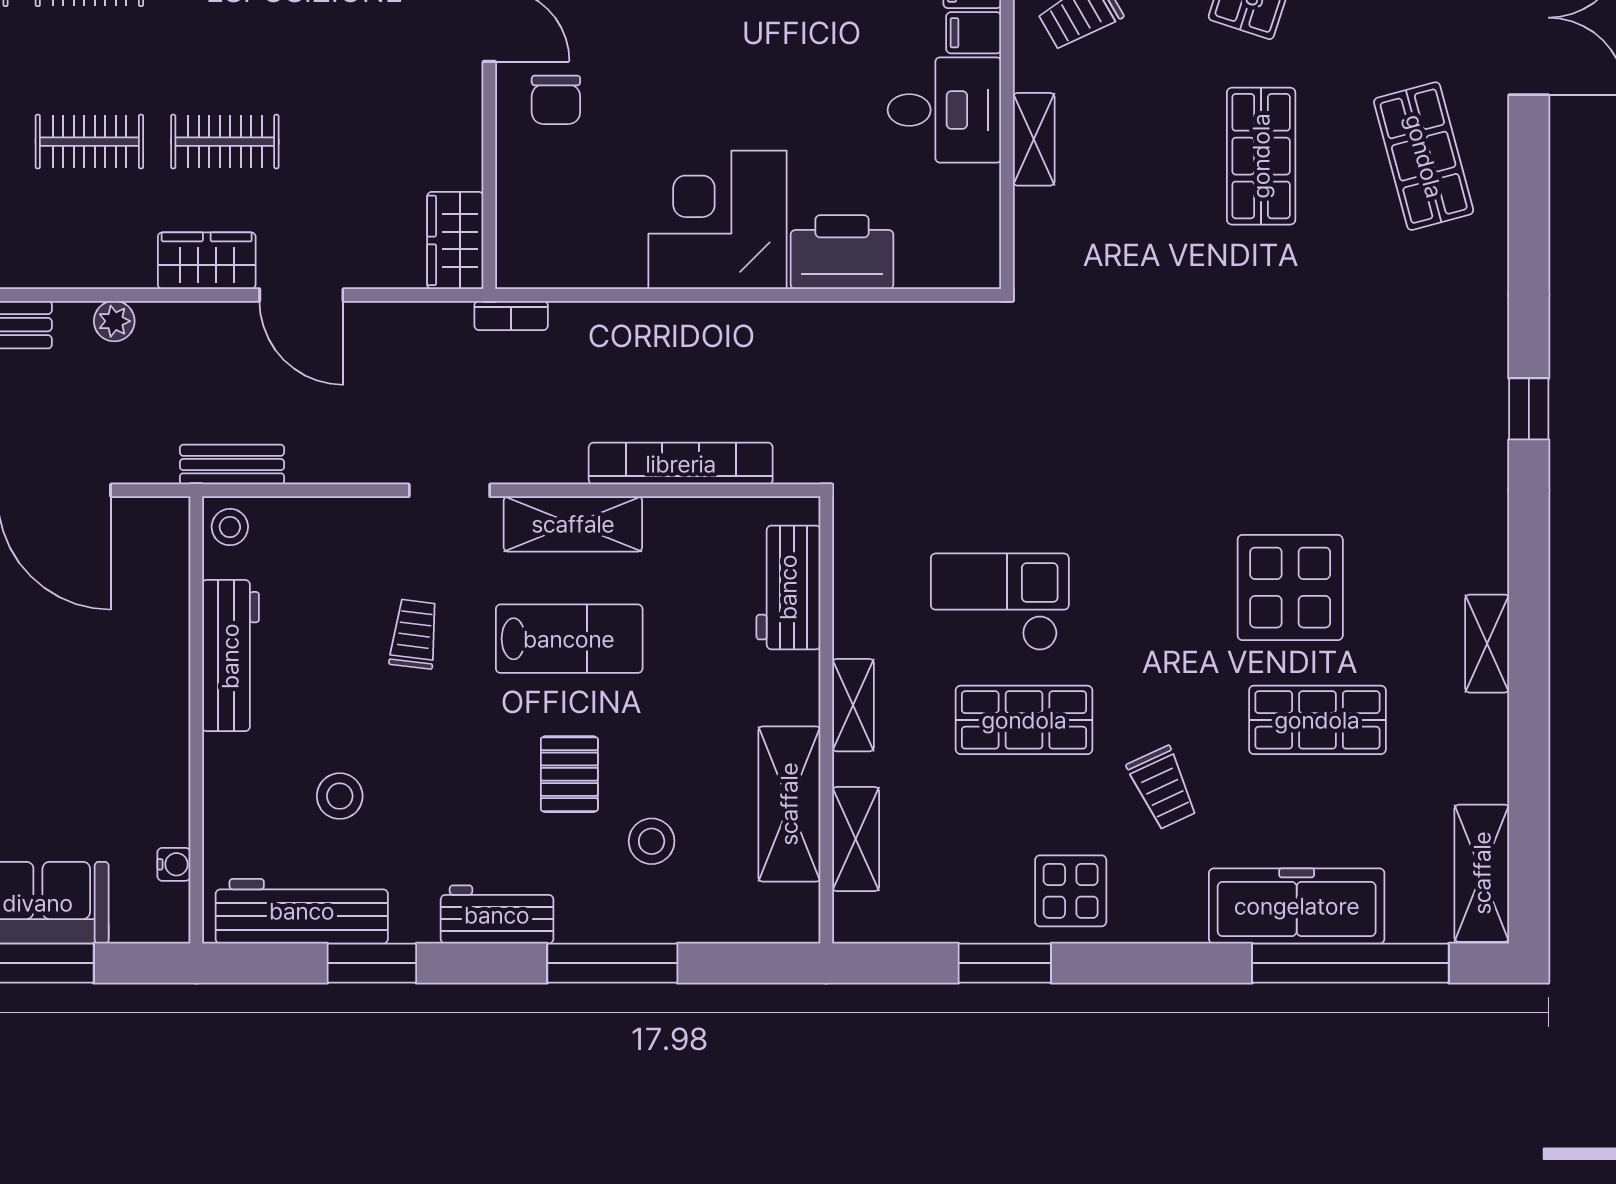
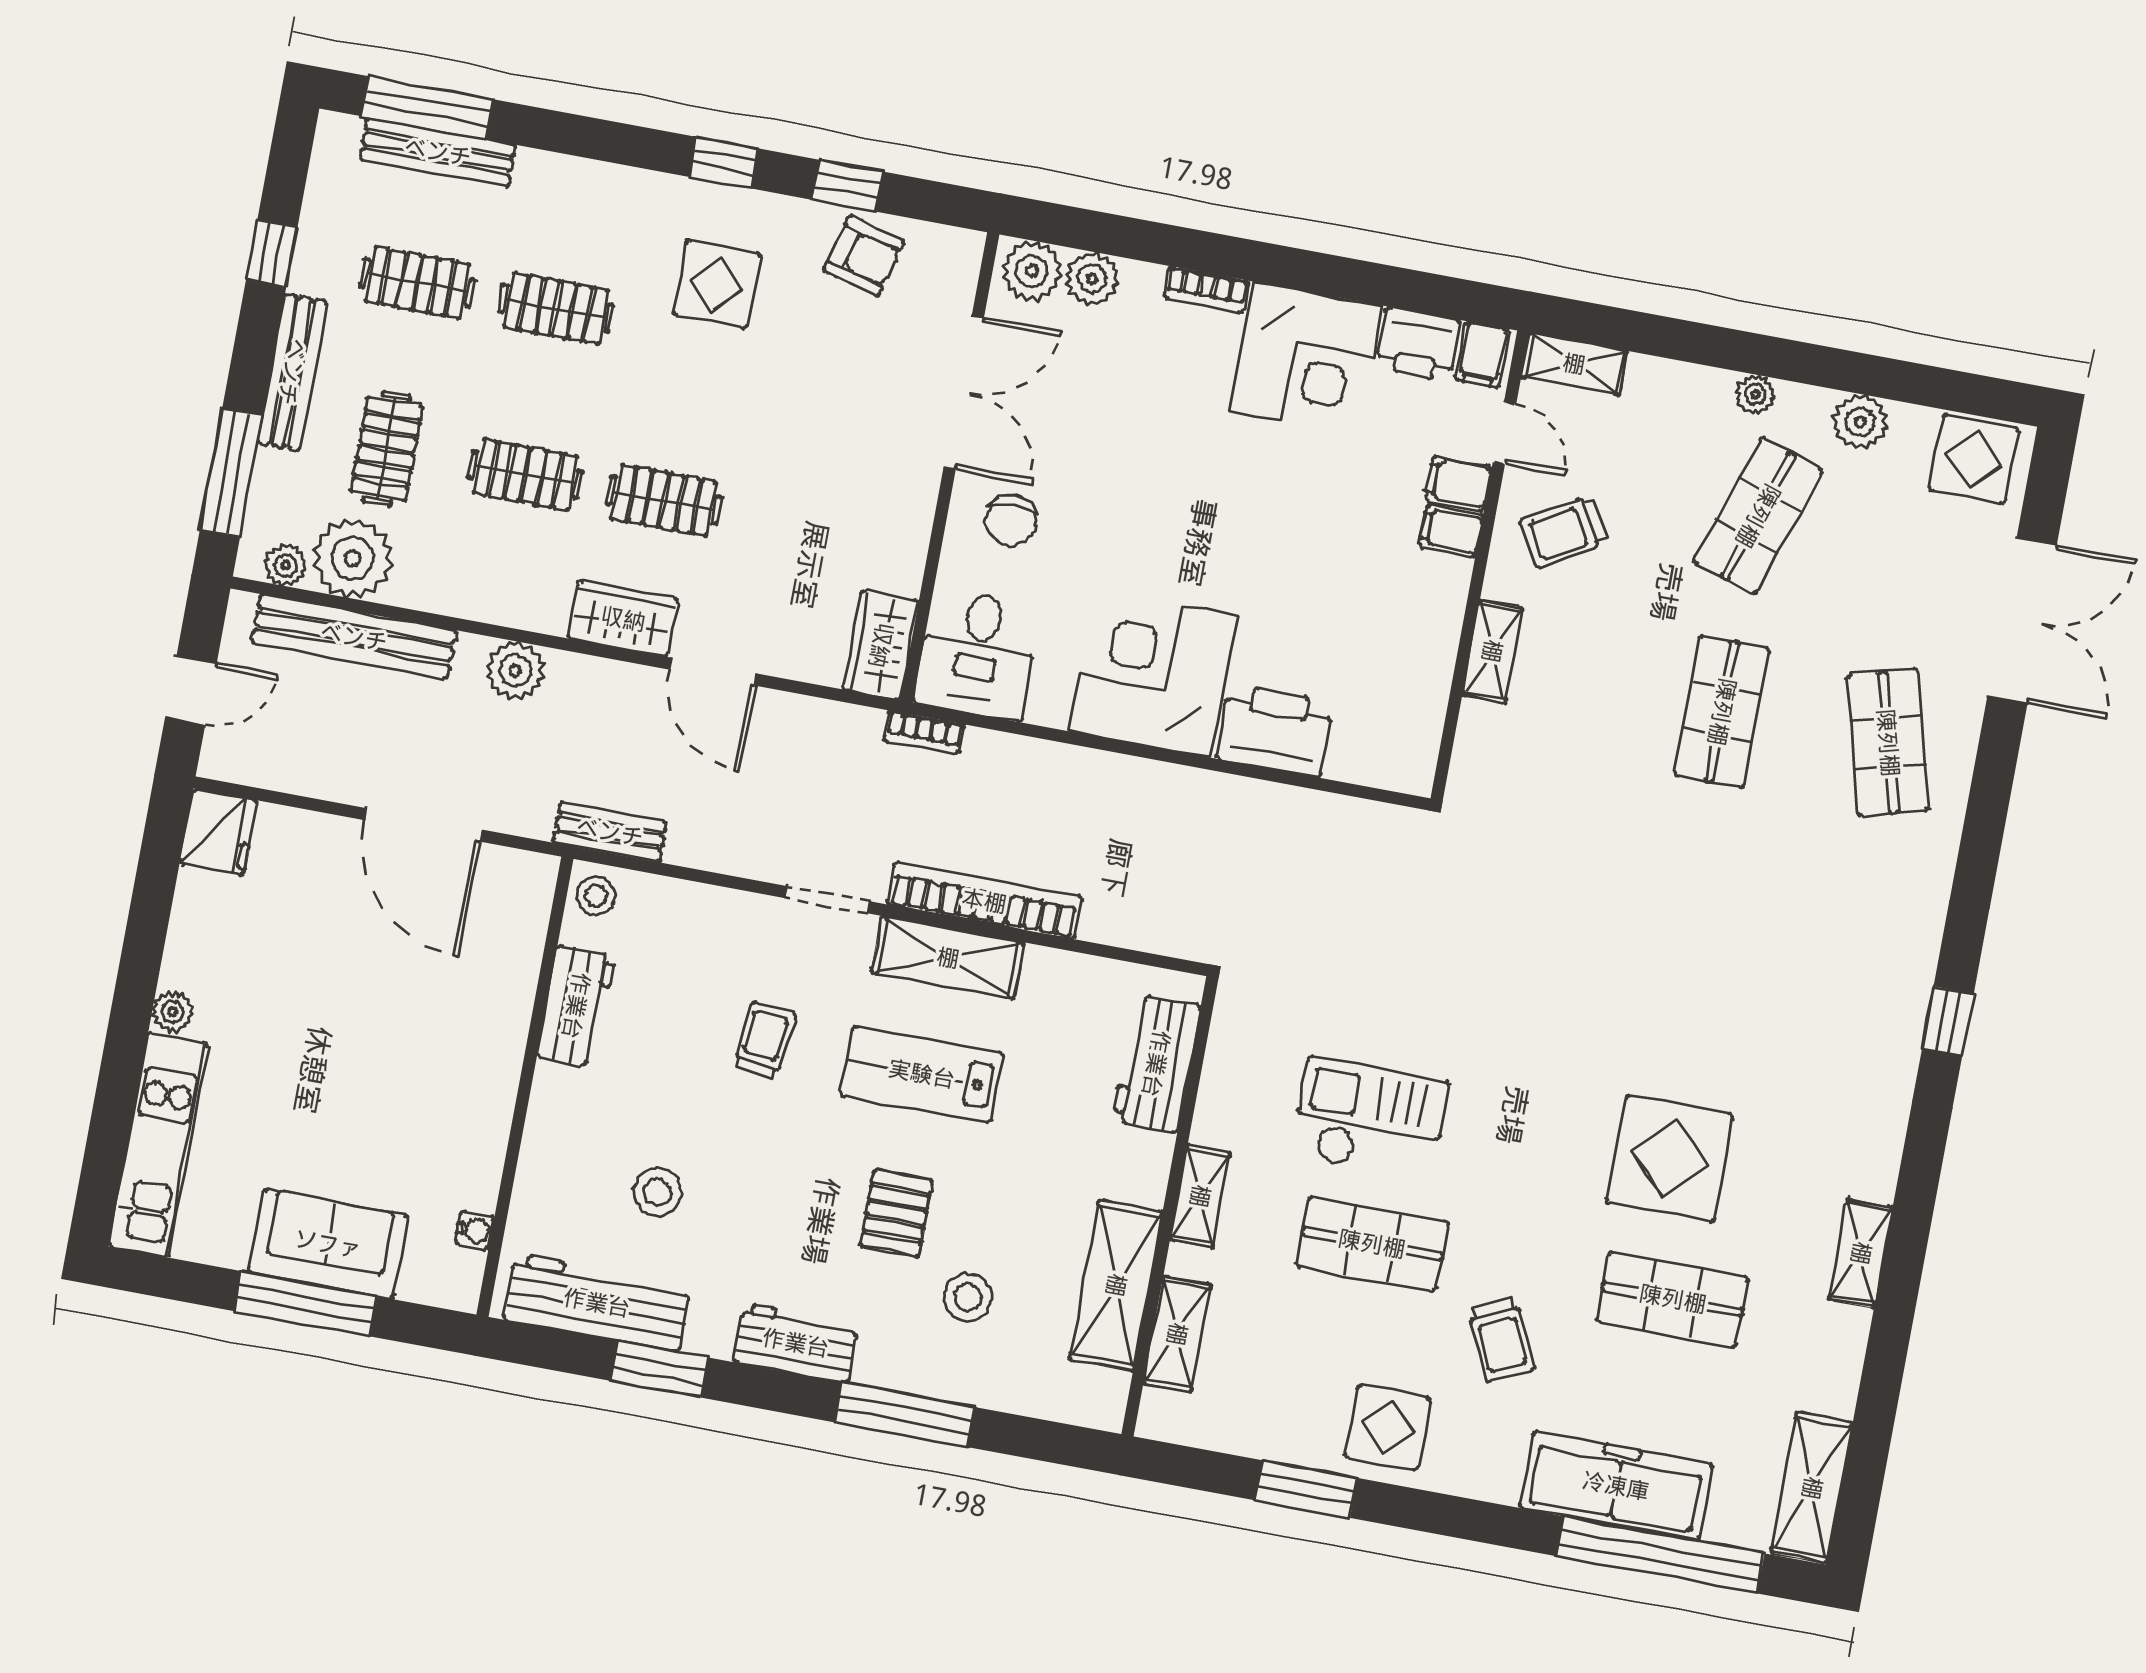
desk: (944, 110) -> (977, 654), moved, turned 90
plant: (114, 321) -> (515, 671), width x1.38, depth x1.38
bookcase: (681, 464) -> (984, 901), moved
lab bench: (569, 639) -> (922, 1074), turned 180
workbench: (230, 656) -> (576, 1006), width x0.73

